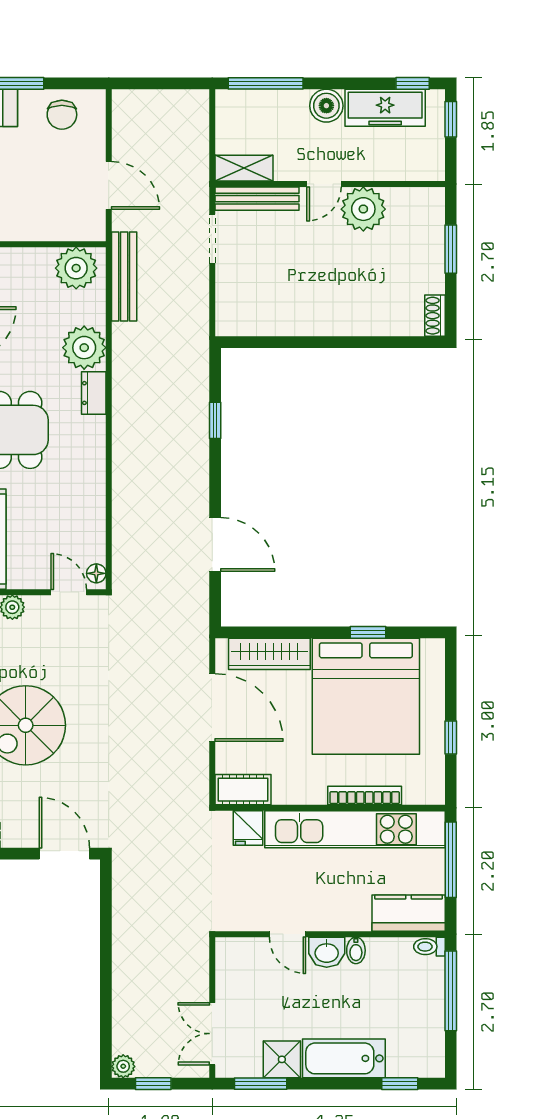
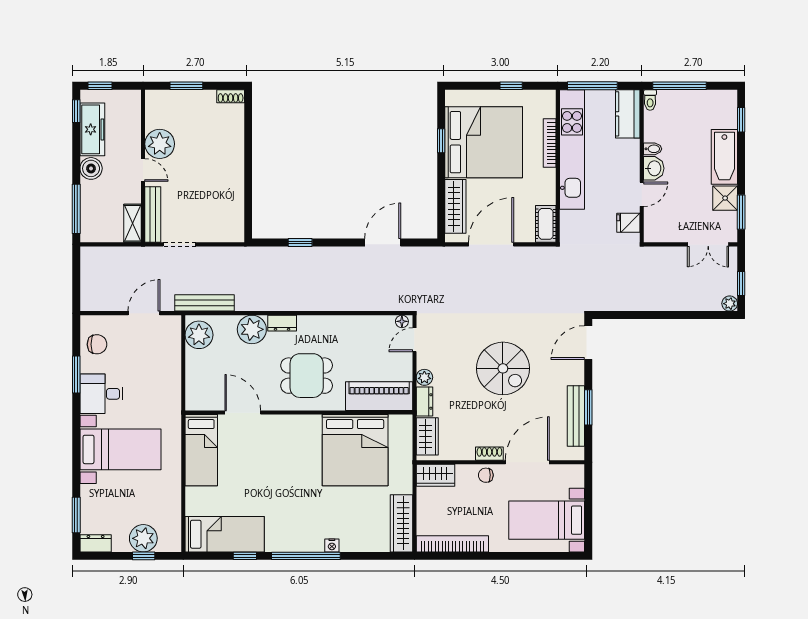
fridge: (248, 828) -> (628, 223), moved, turned 180

